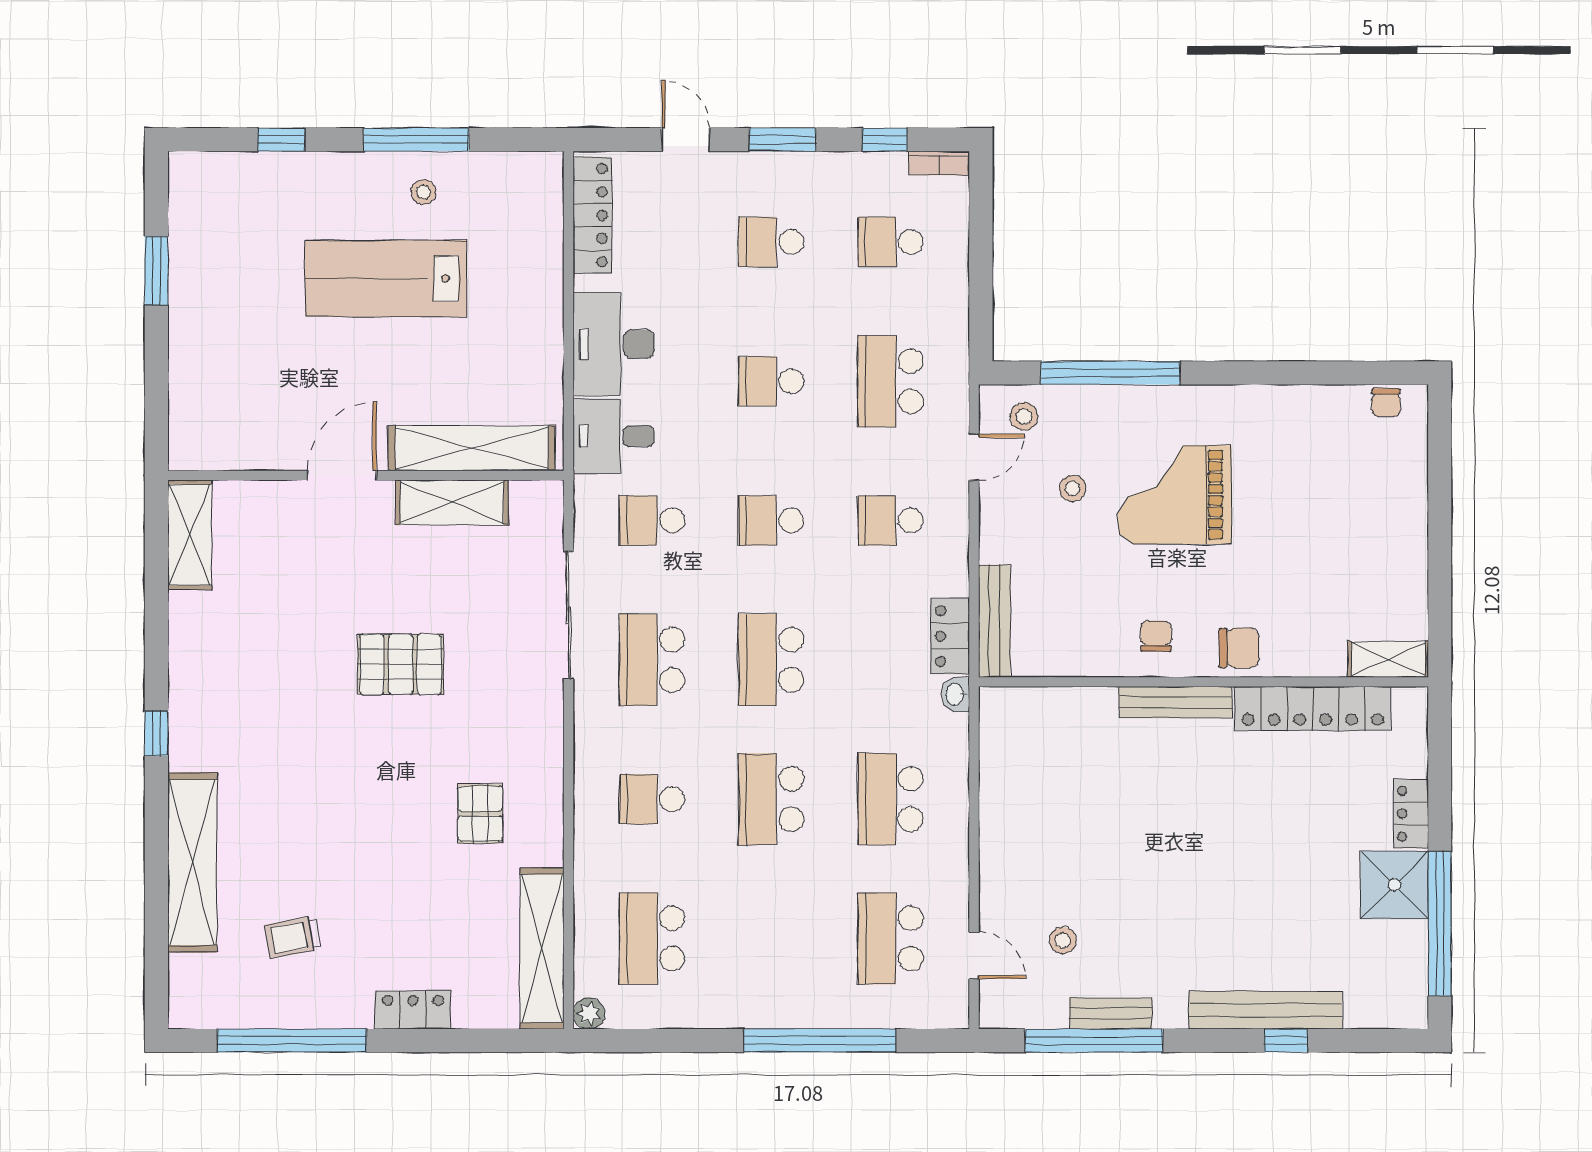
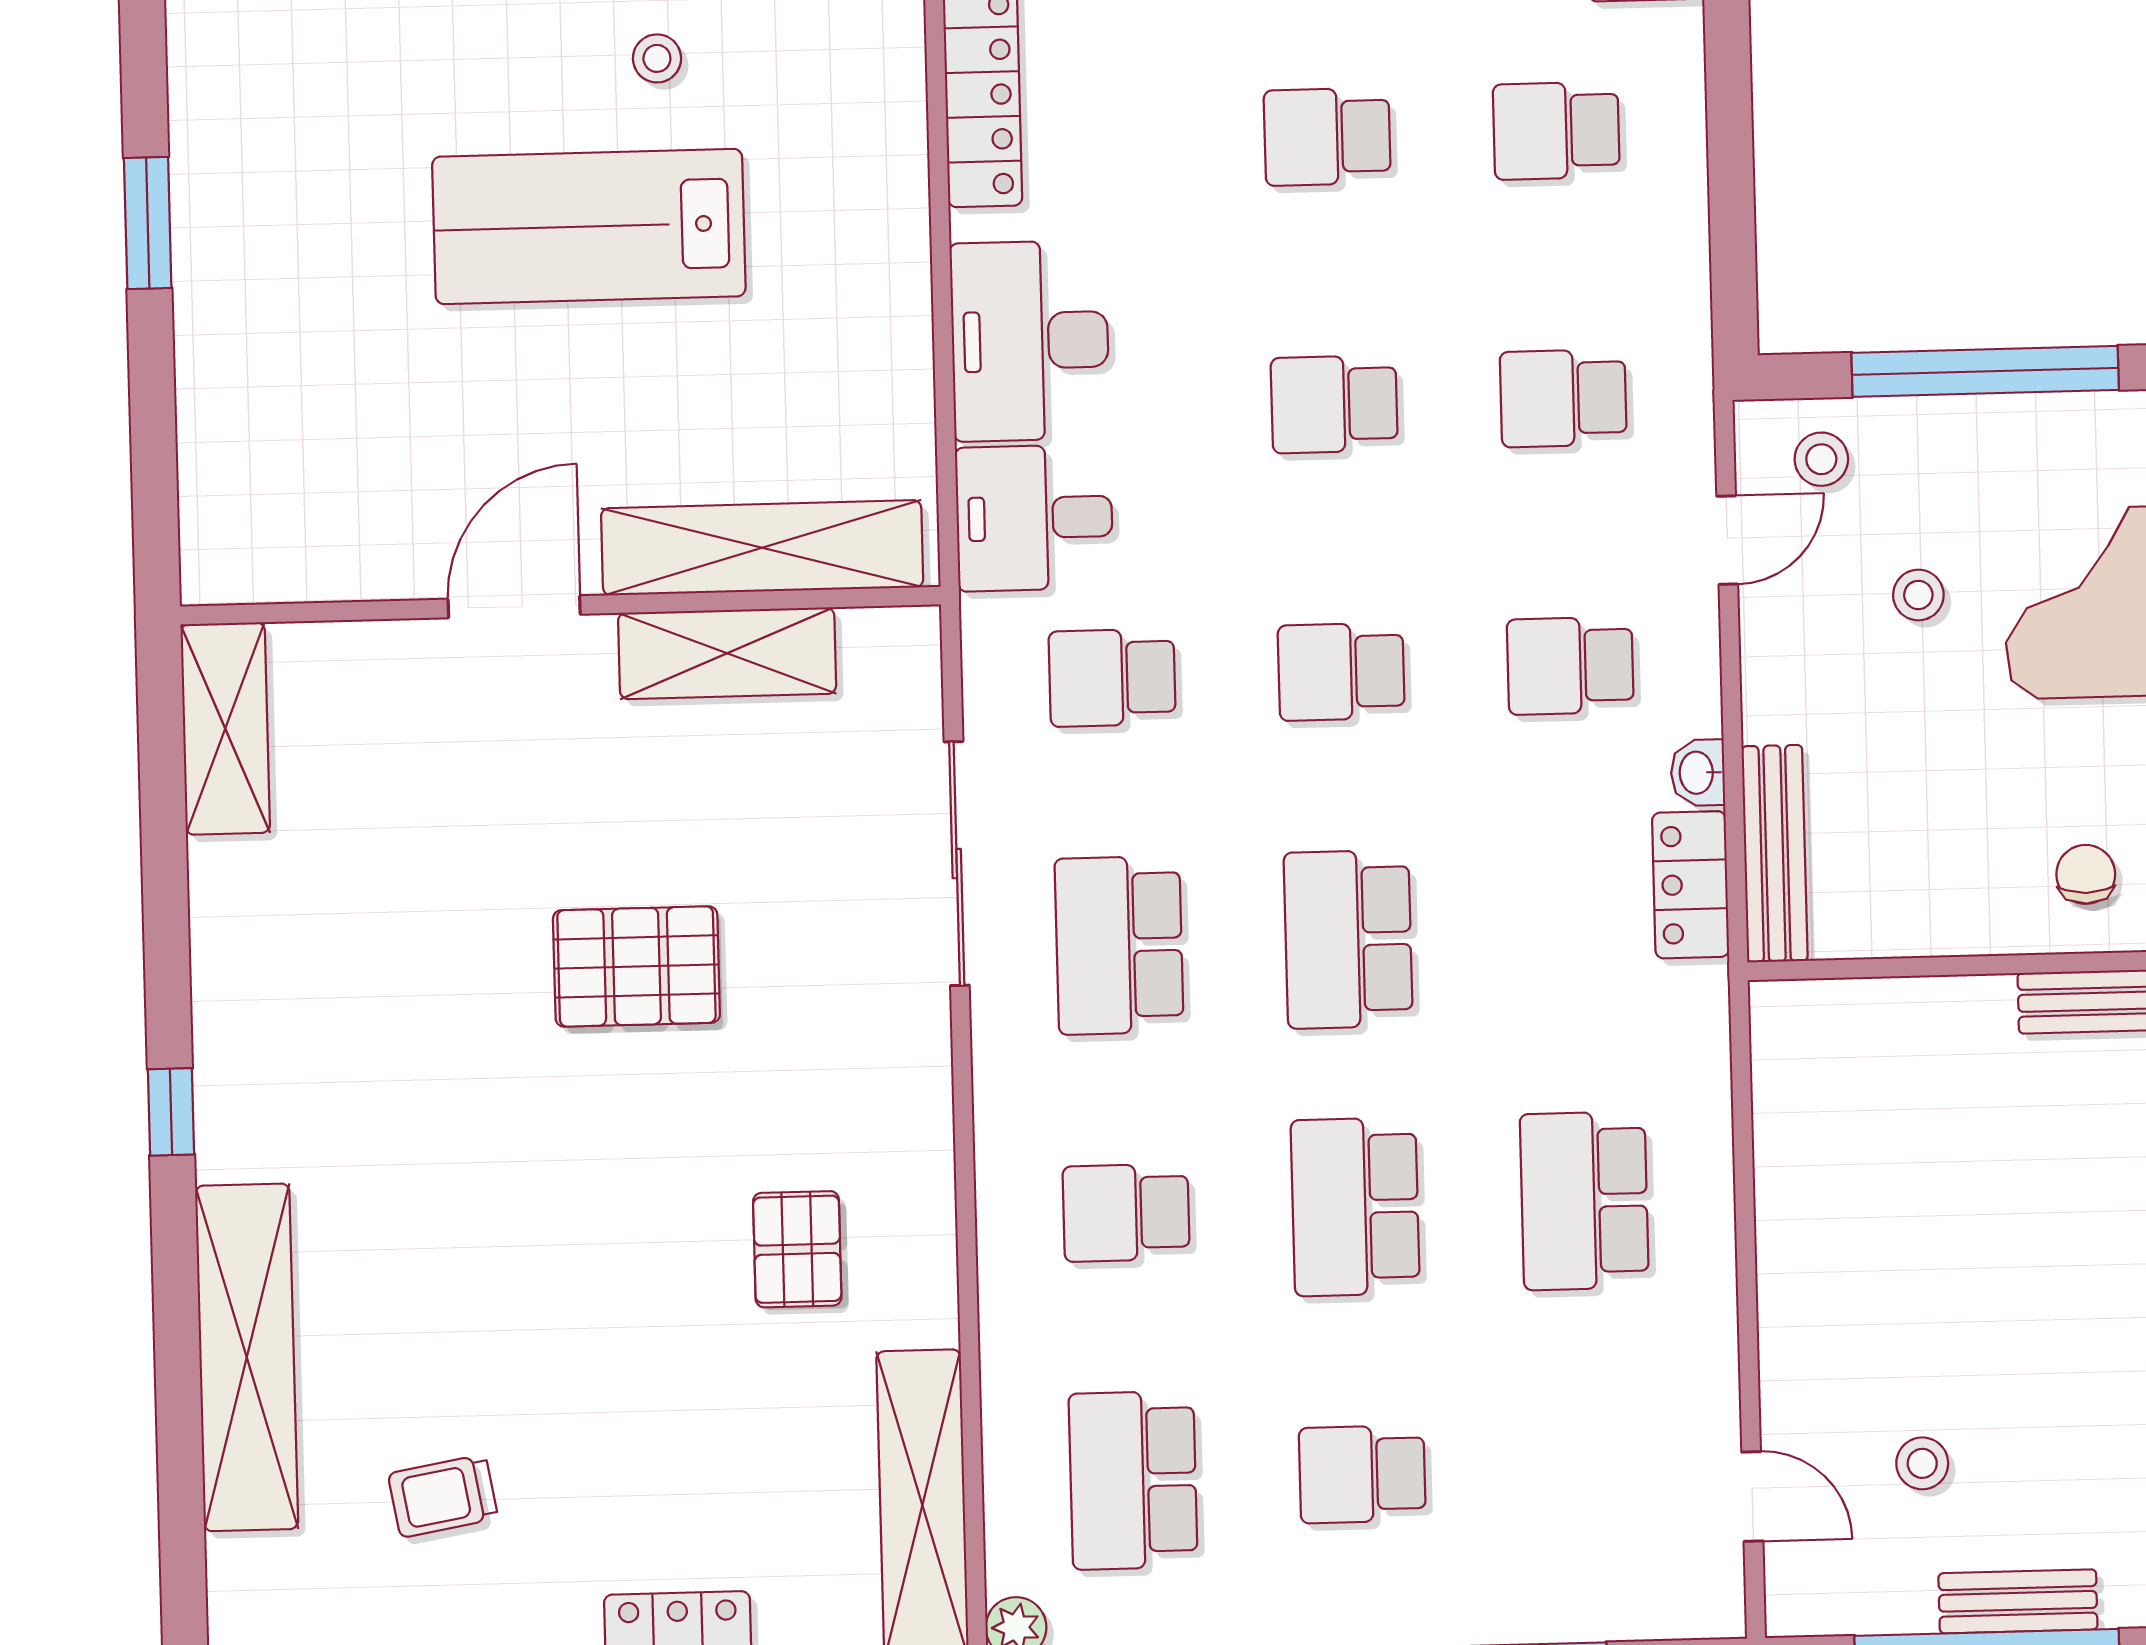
school desk: (891, 381) -> (1563, 398), width x0.54
washbasin: (955, 694) -> (1698, 773), moved
school desk: (891, 938) -> (1362, 1474), moved, width x0.54

